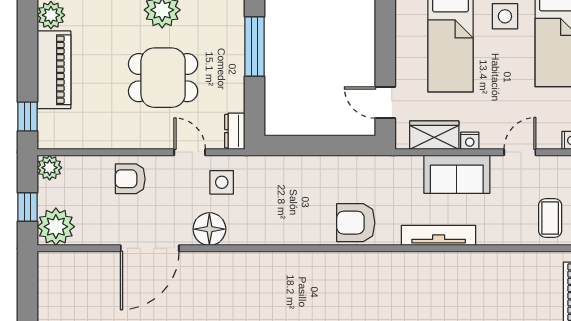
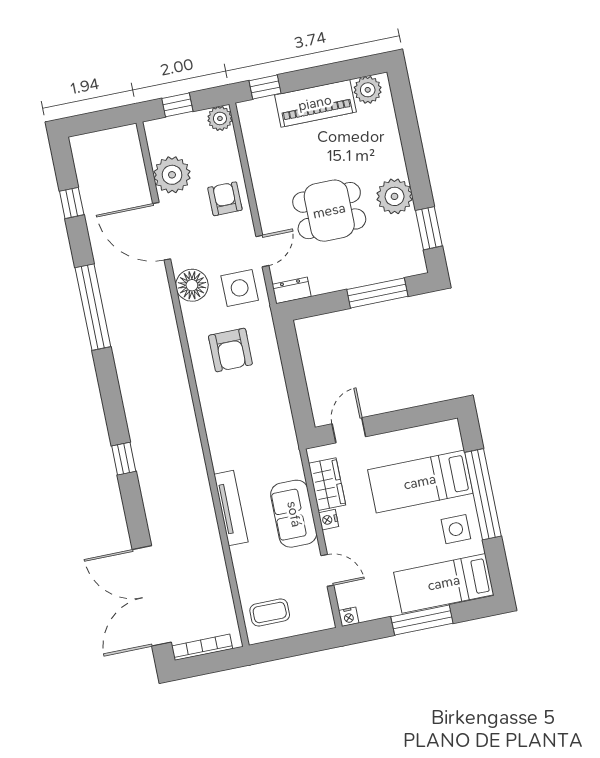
dining table: (163, 78) -> (329, 211), turned 90
side table: (222, 182) -> (240, 288), width x1.37, depth x1.37
armchair: (356, 223) -> (230, 350), moved, turned 180
plant: (56, 227) -> (172, 175), moved

